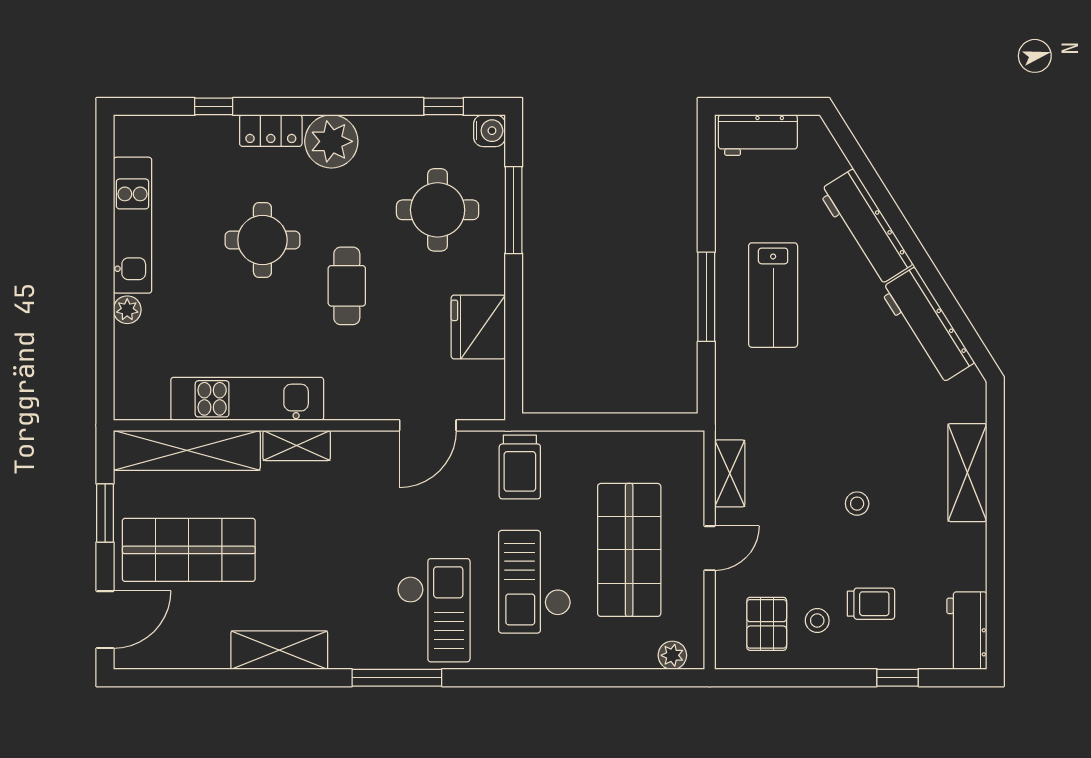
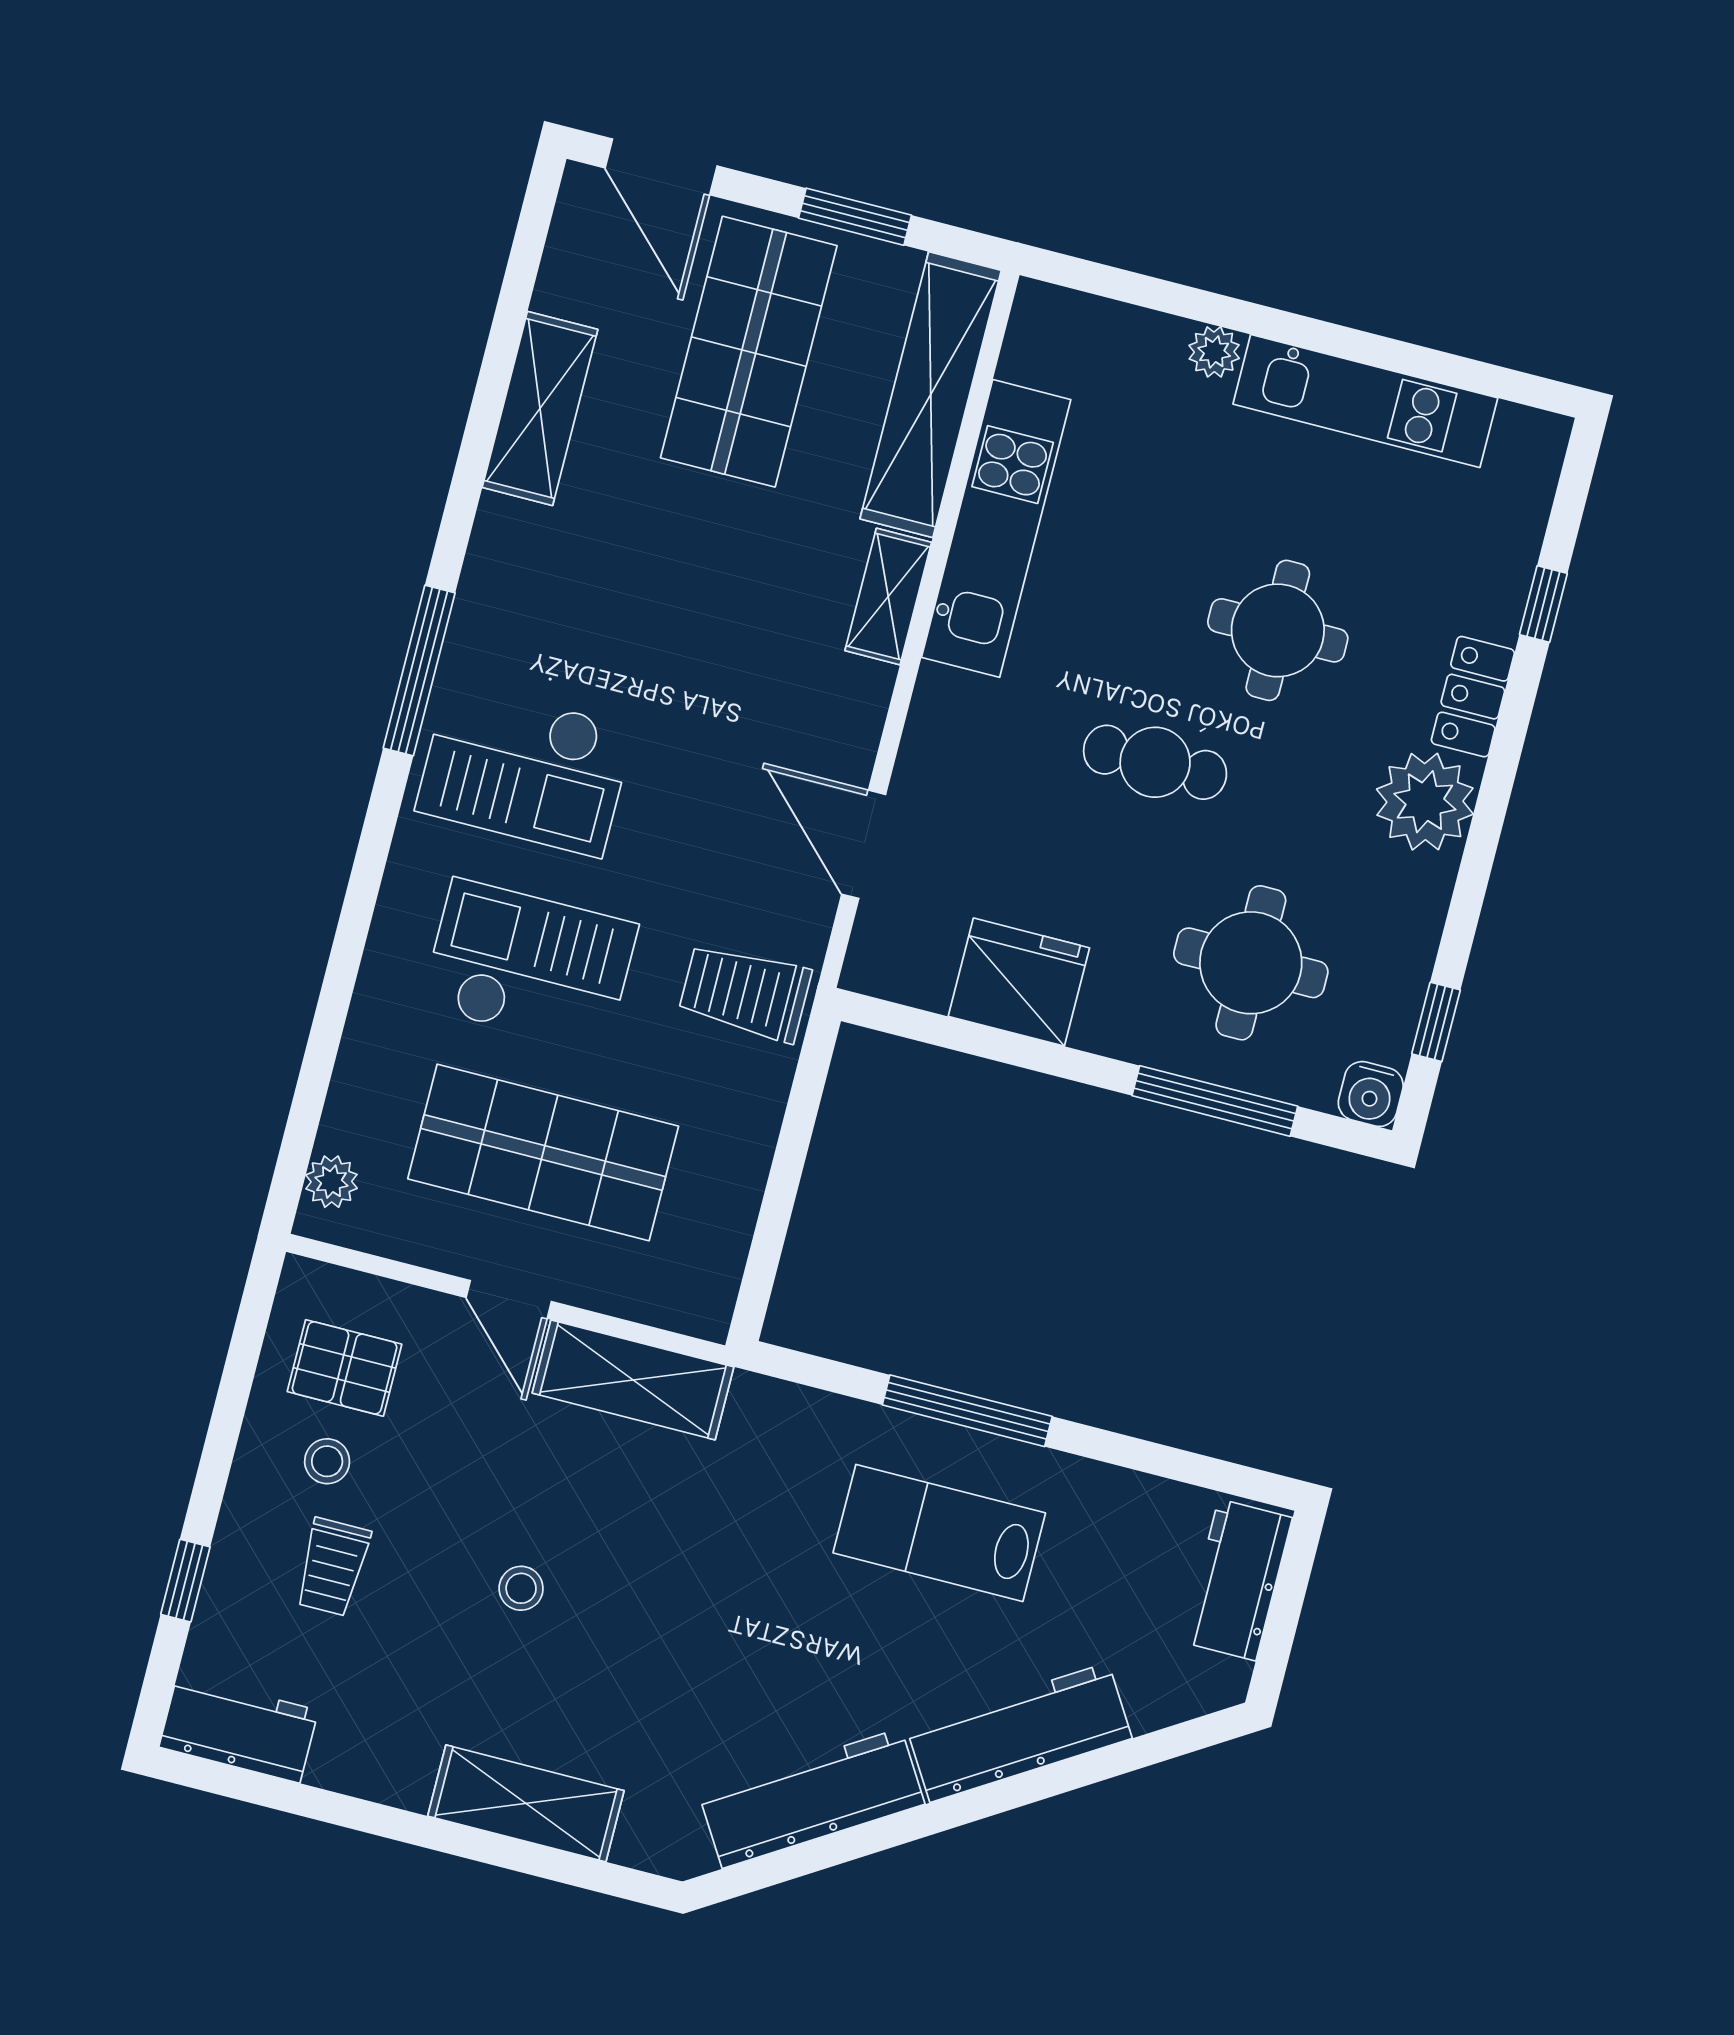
shelving: (730, 473) -> (633, 1380), width x1.50, depth x1.33
shelving: (279, 650) -> (540, 408), moved

